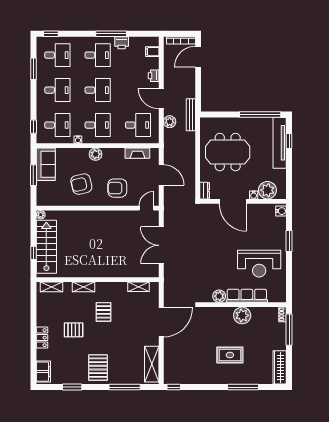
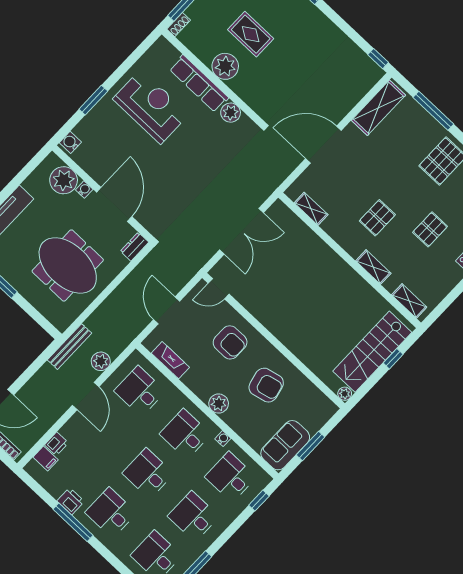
printer: (154, 76) -> (57, 444), moved
pallet: (74, 330) -> (430, 229), turned 90
rug: (230, 355) -> (251, 34), moved

